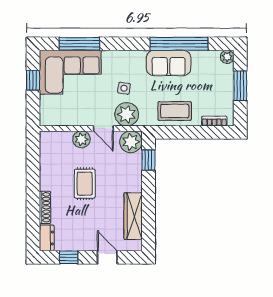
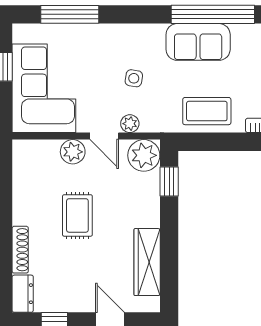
corner sofa: (70, 72) -> (44, 88), moved, turned -90
plant: (127, 114) -> (130, 124), width x0.53, depth x0.53

